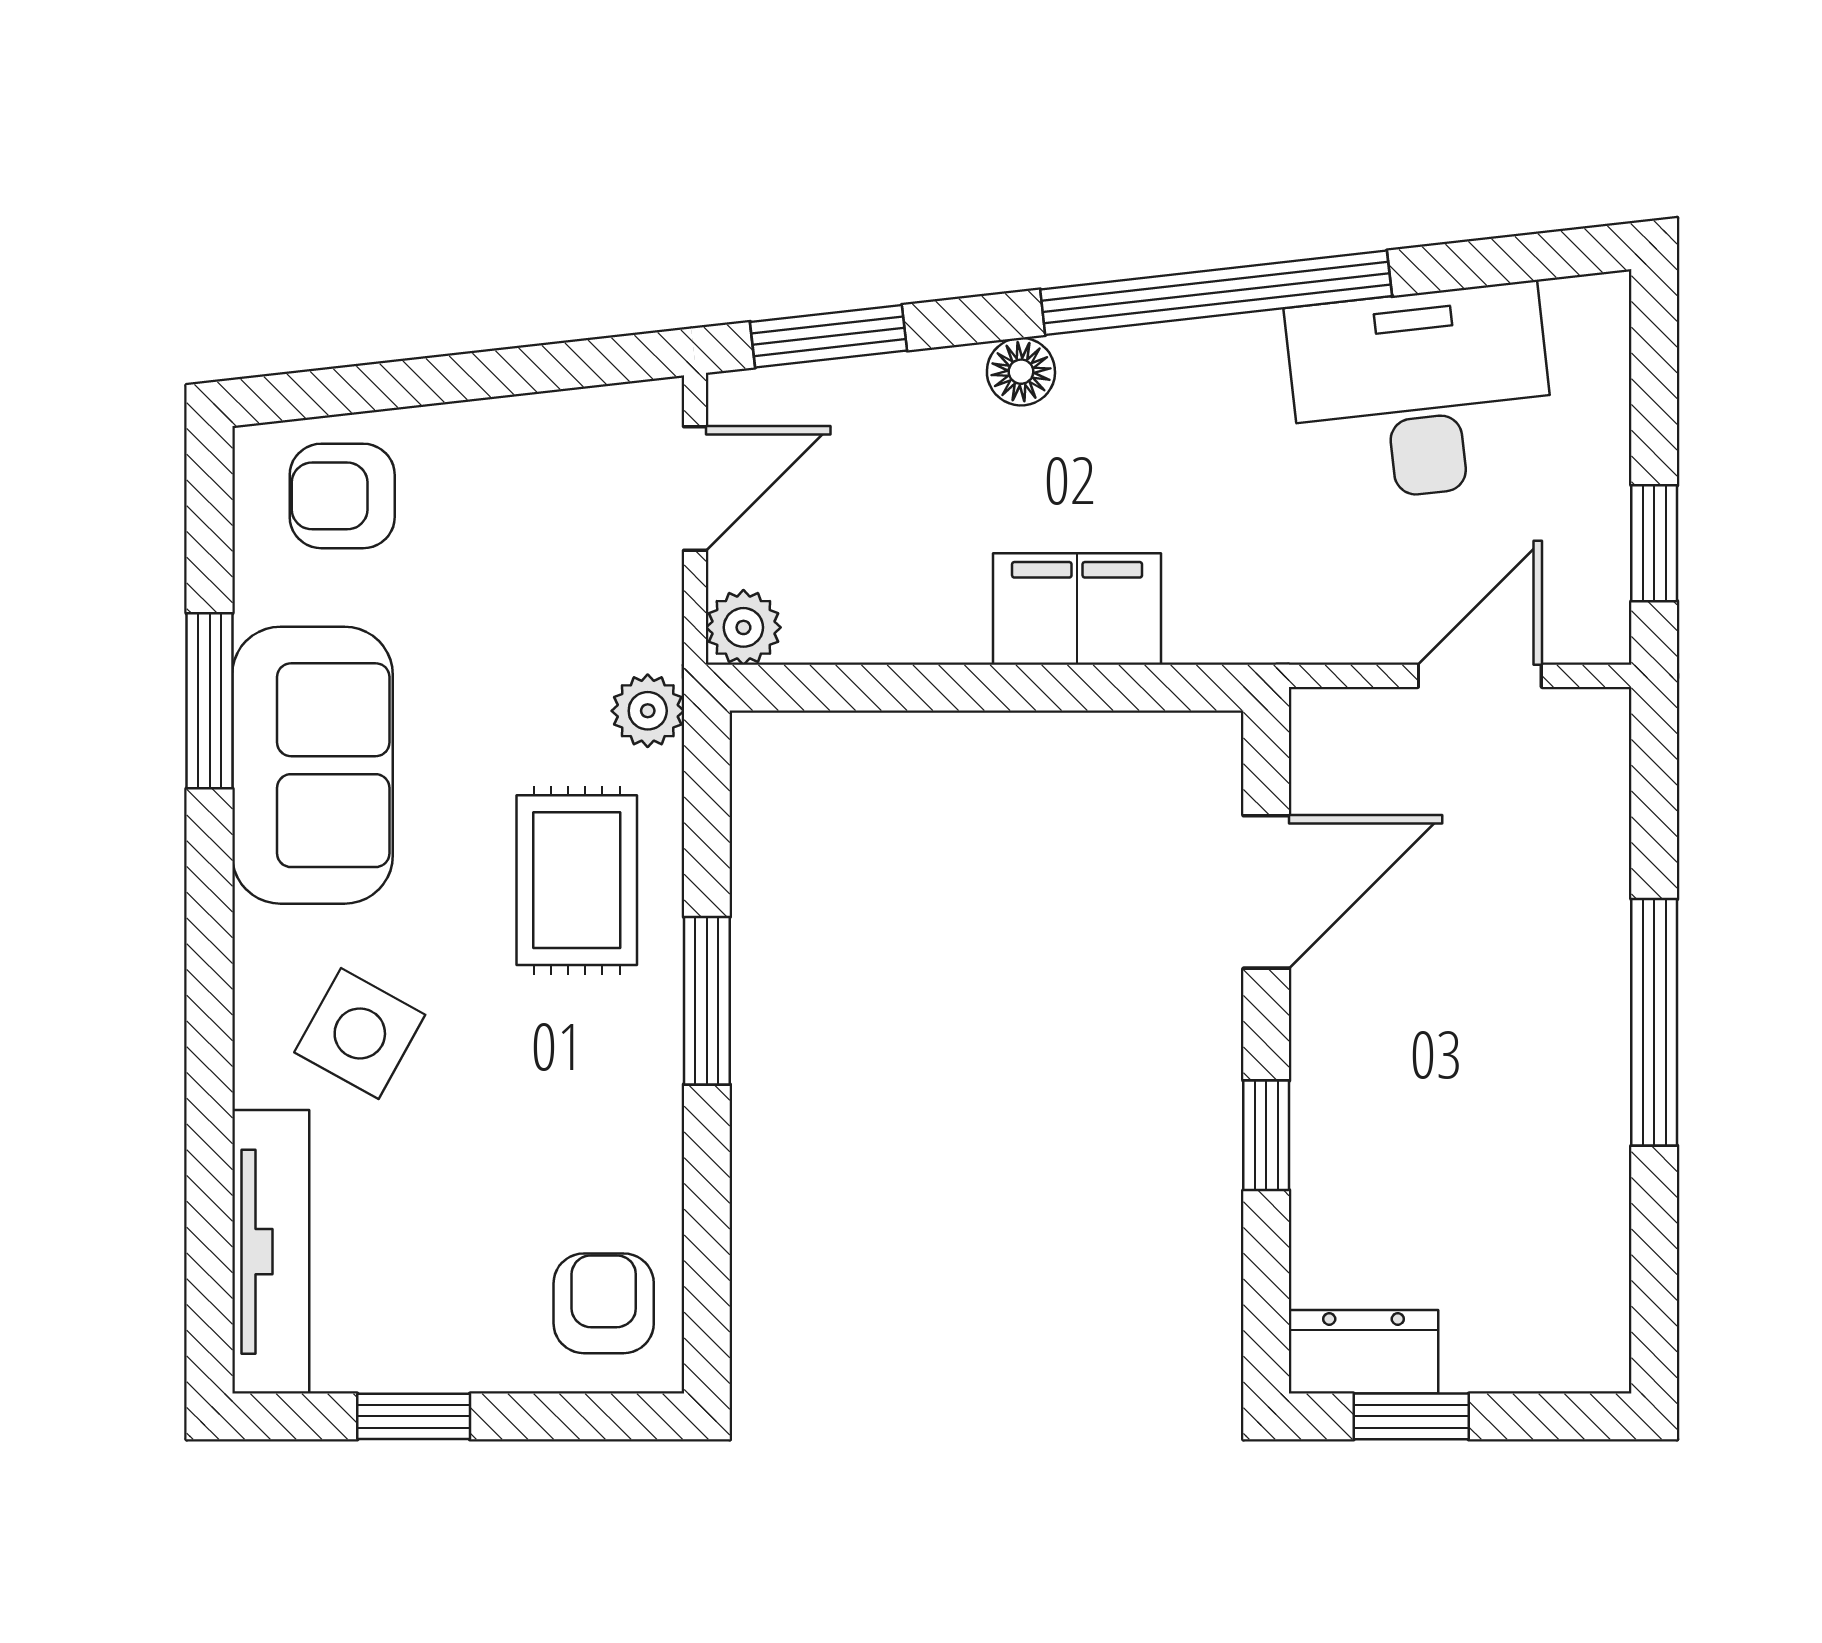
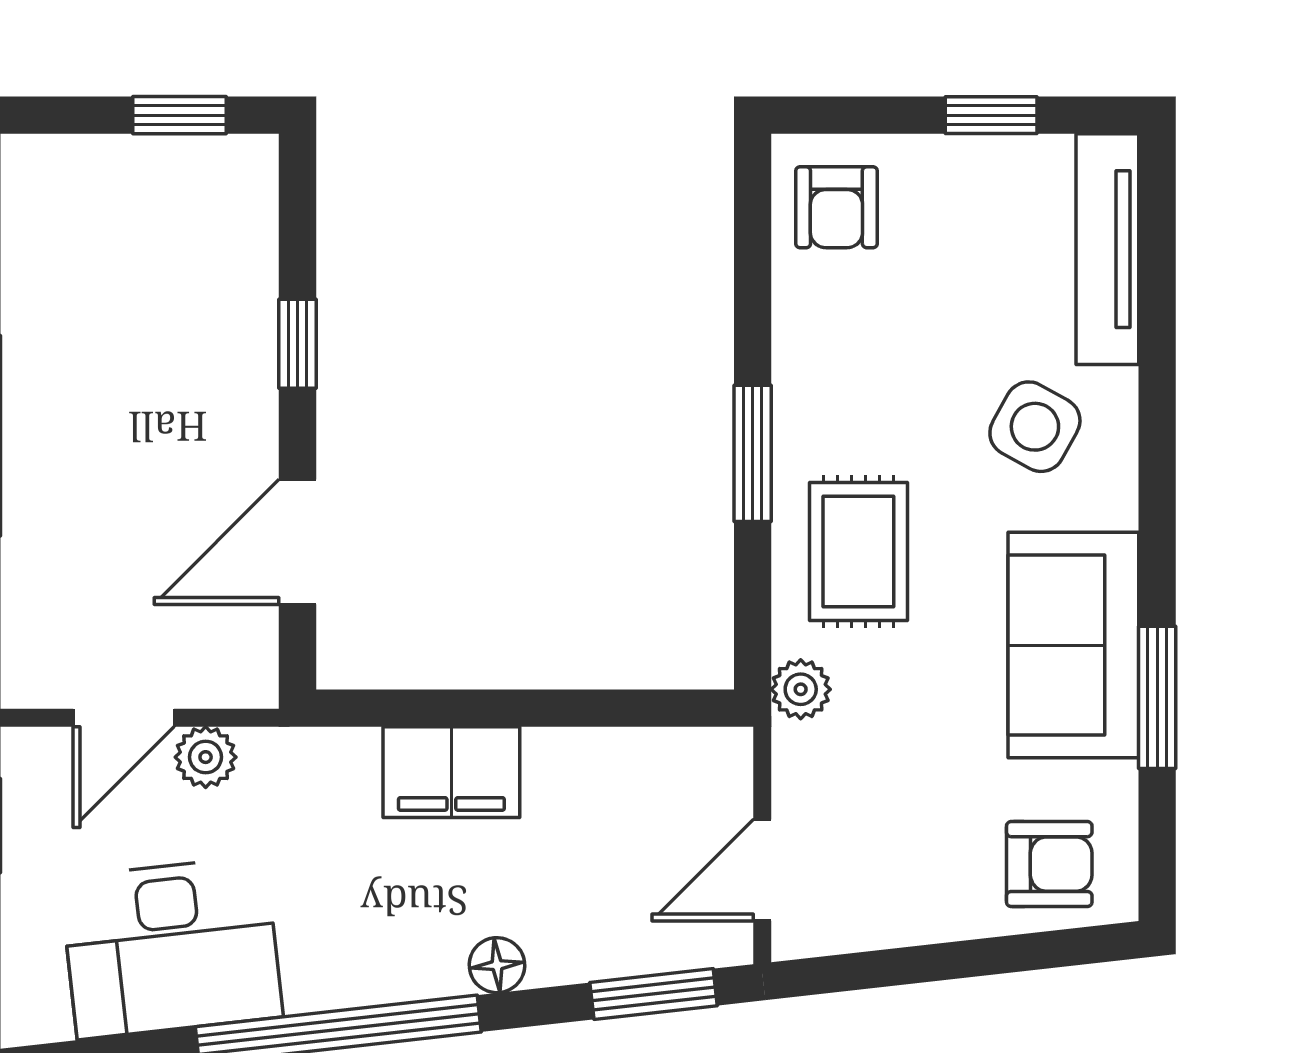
plant: (743, 627) -> (206, 757), moved
dresser: (1363, 1352) -> (218, 168), removed

